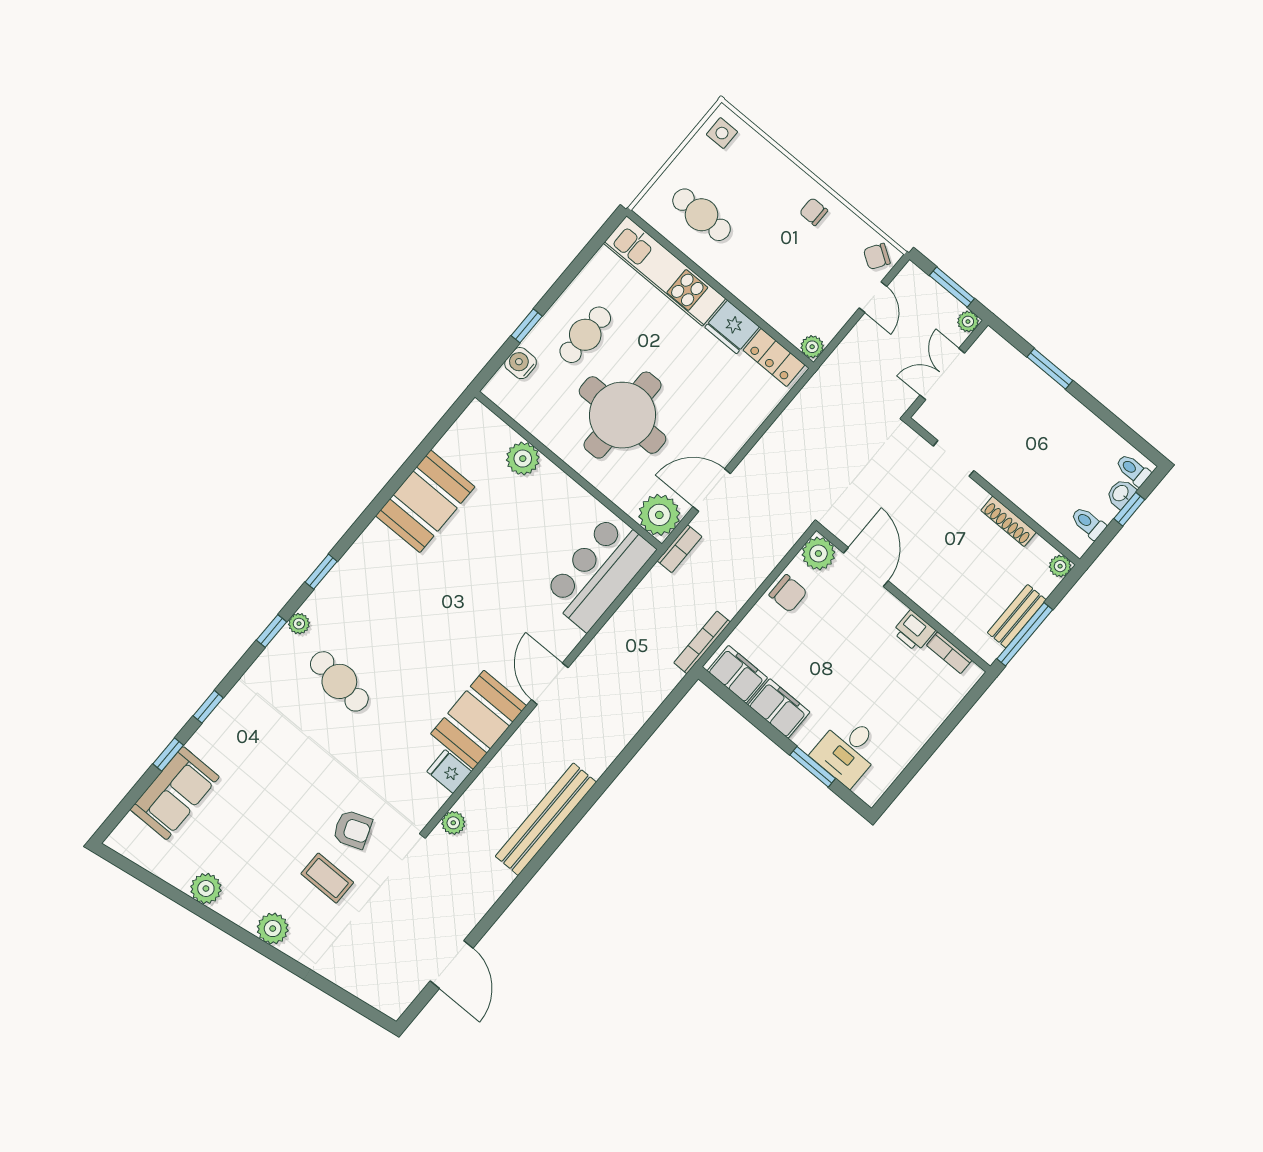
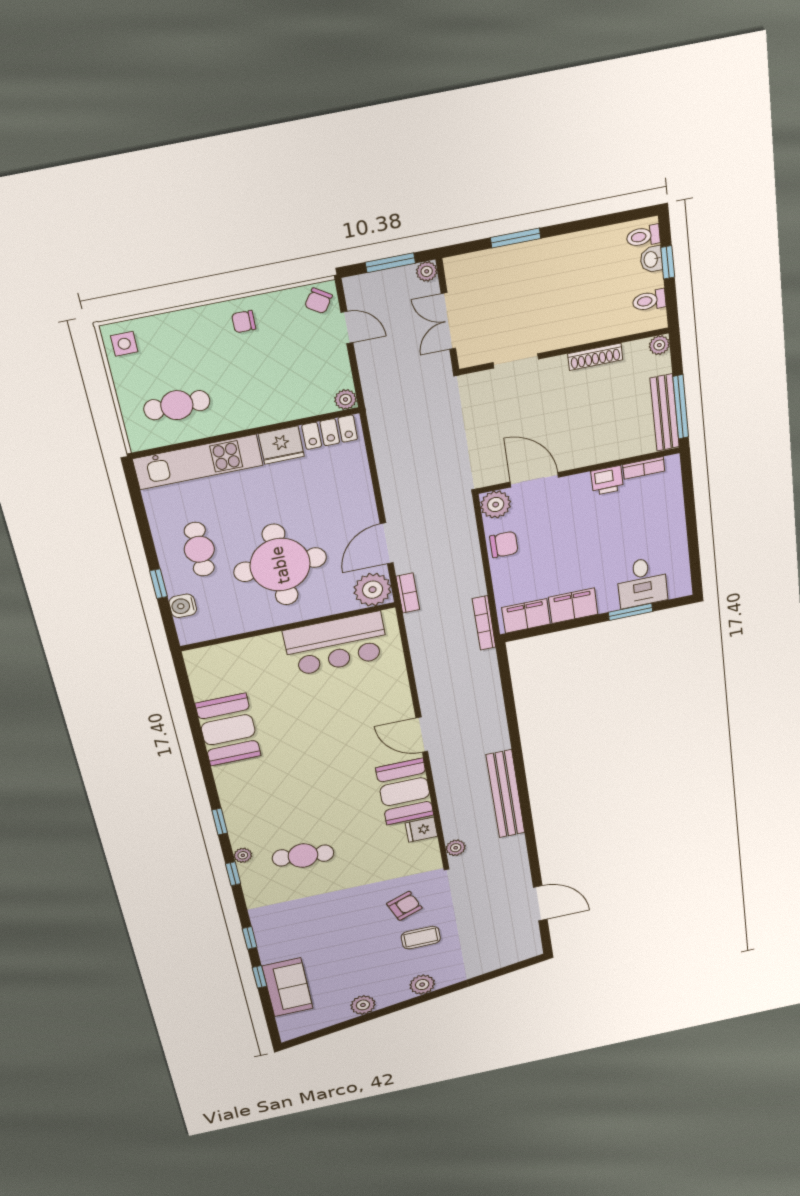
plant: (523, 459) -> (253, 650), removed
bar counter: (599, 572) -> (336, 644), moved, turned -90
bench: (1017, 616) -> (665, 413), width x1.36

